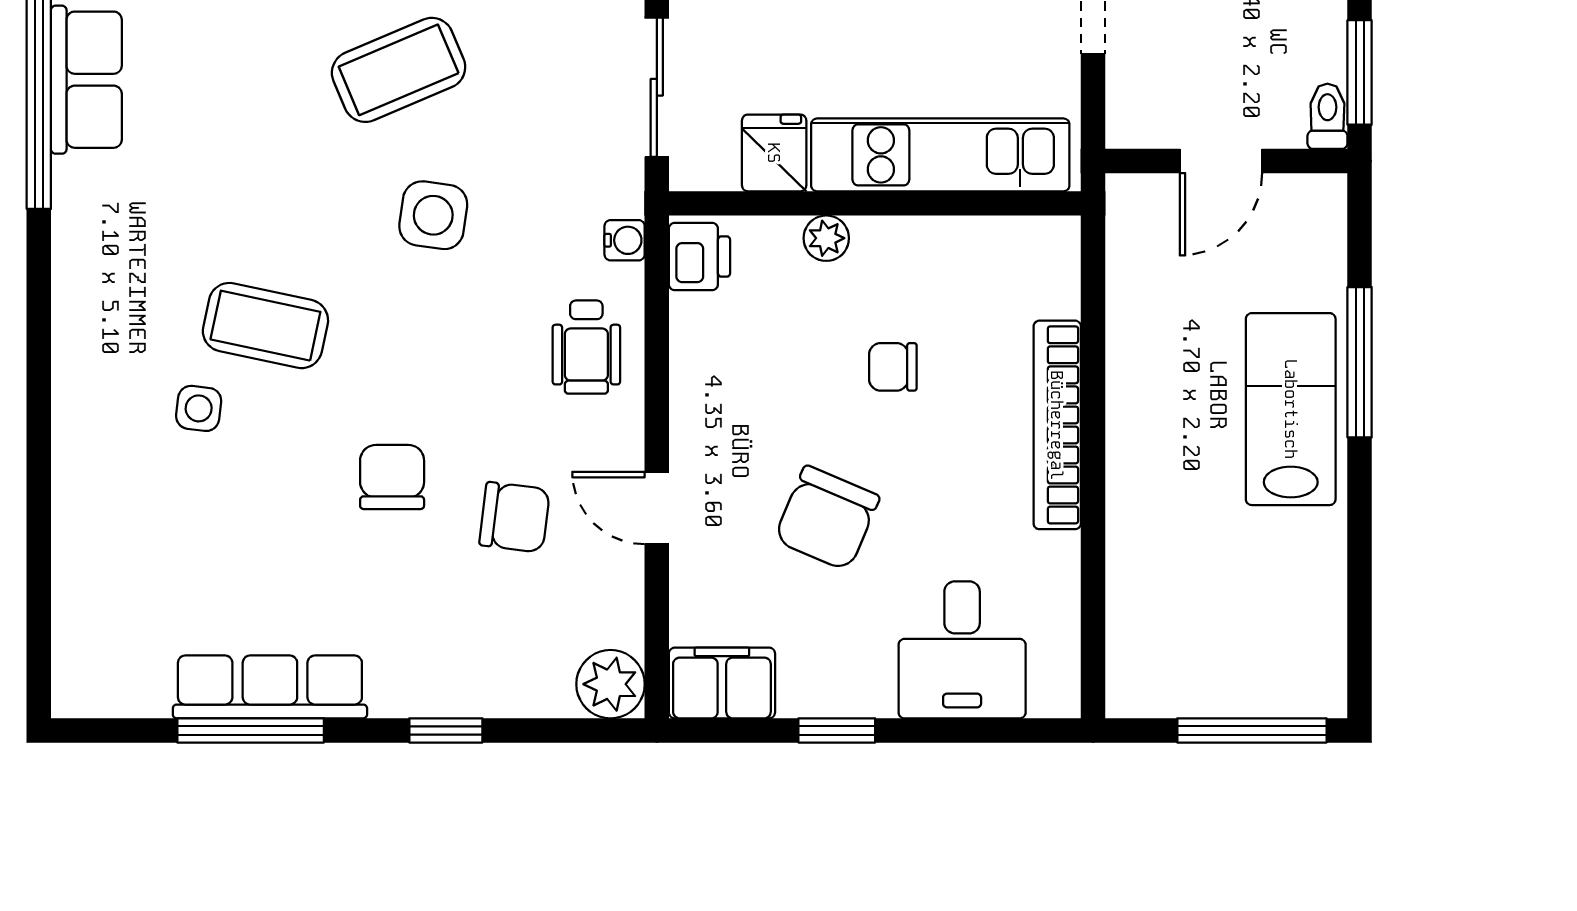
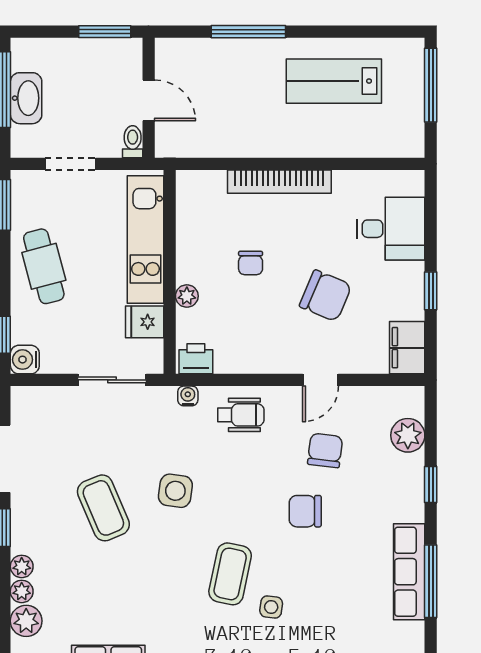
toilet: (1327, 116) -> (133, 142), moved, turned 90
lab bench: (1291, 409) -> (334, 81), moved
plant: (611, 684) -> (408, 435), moved

